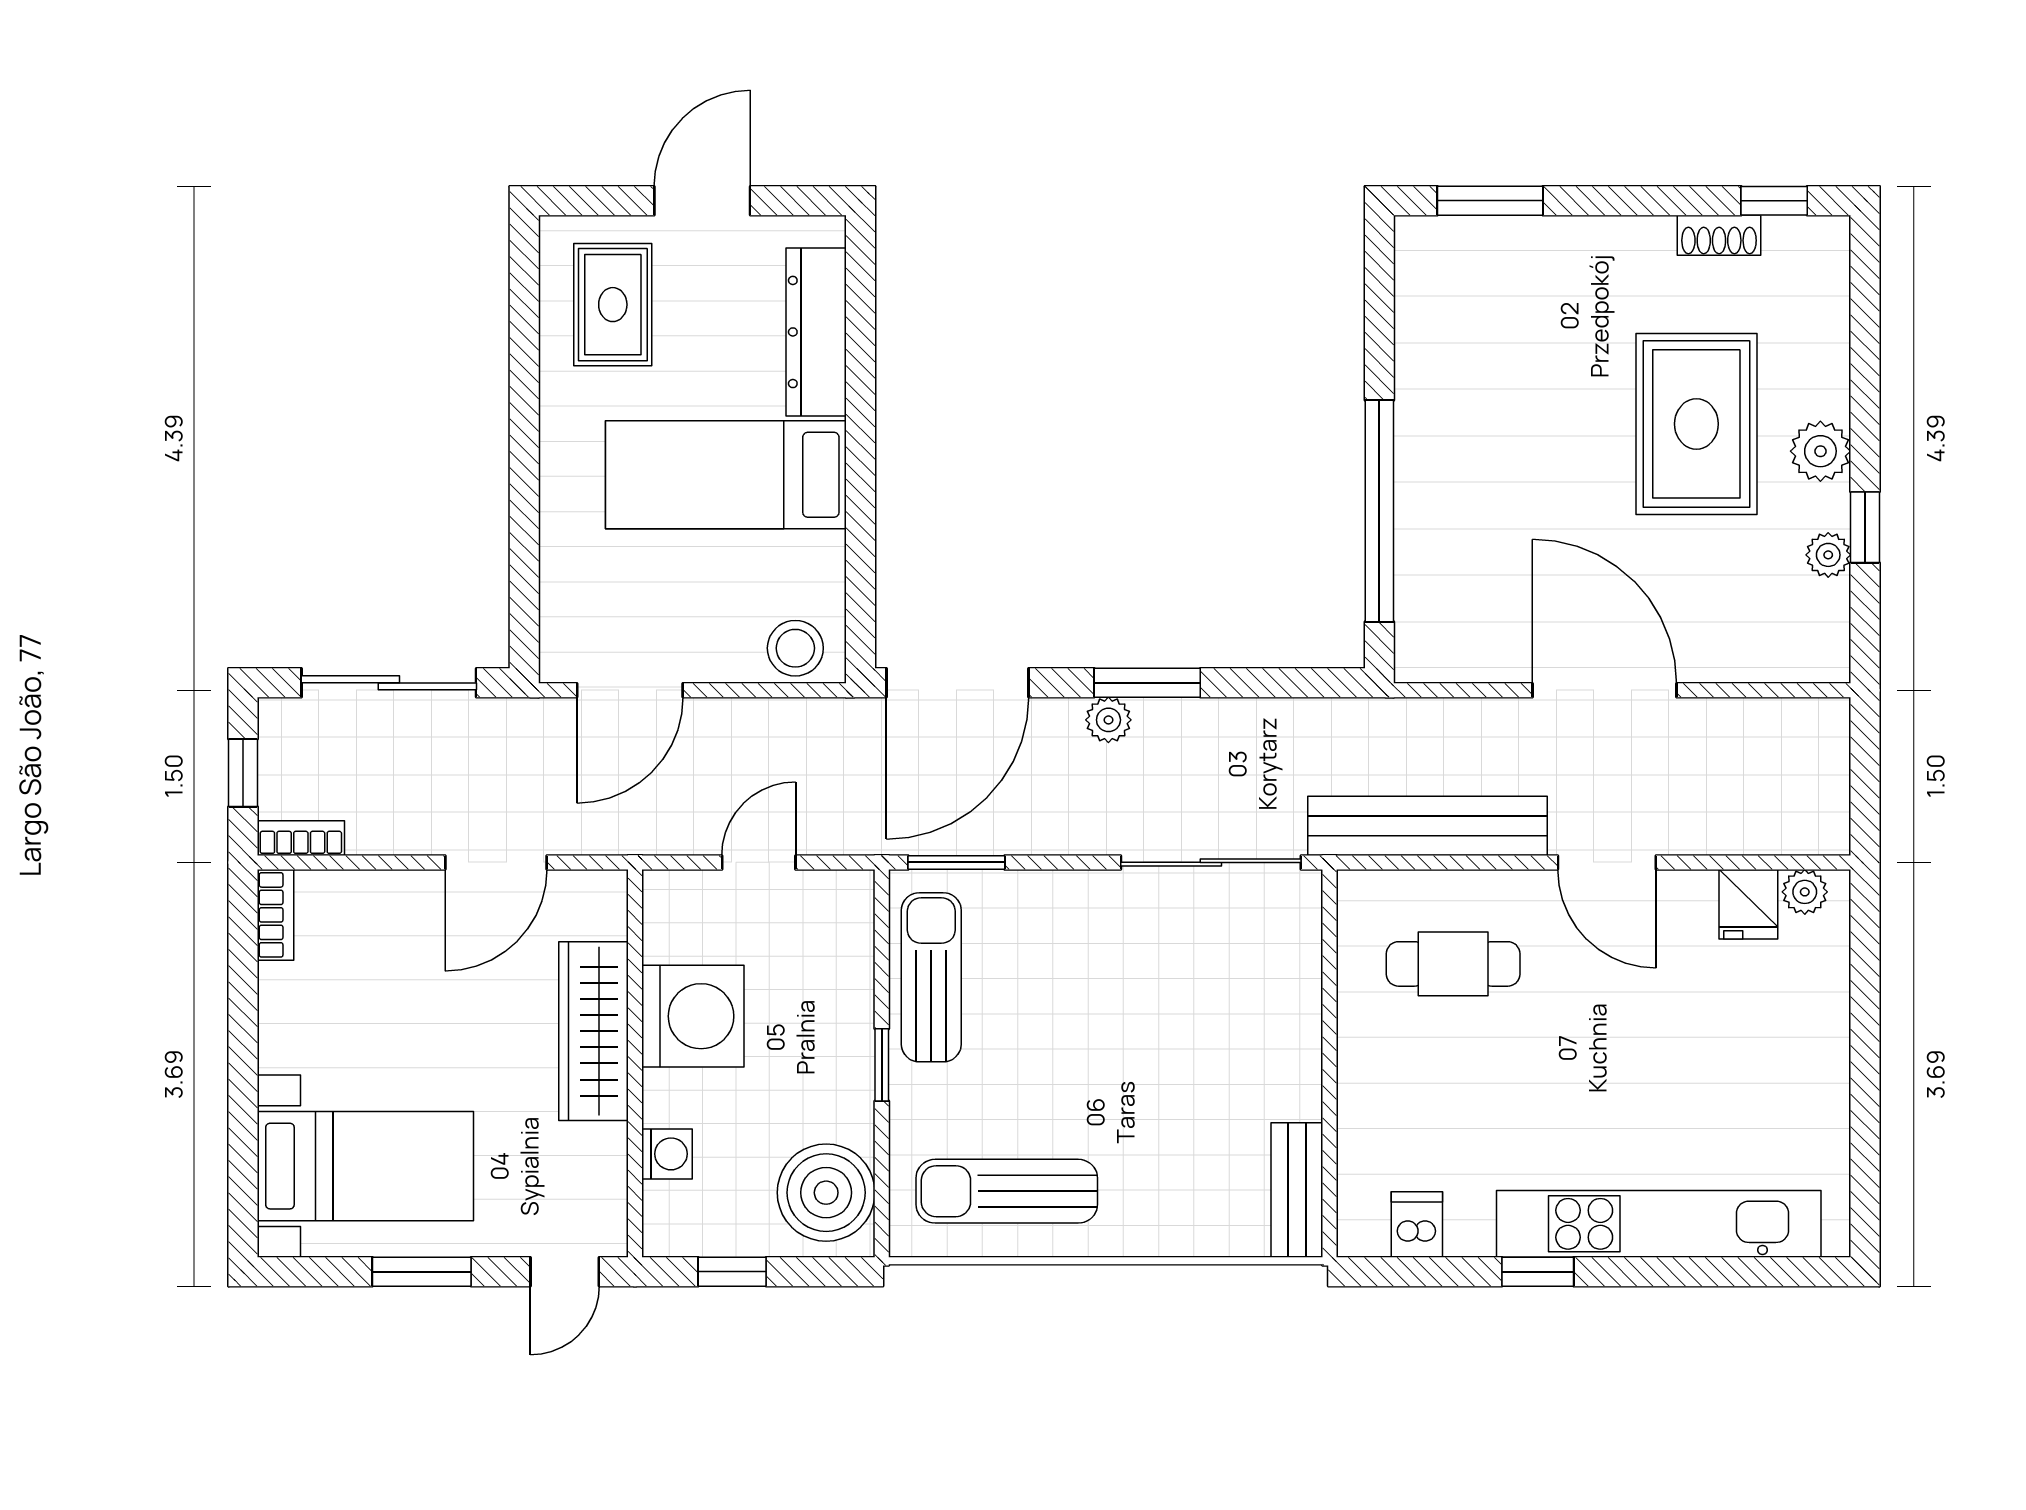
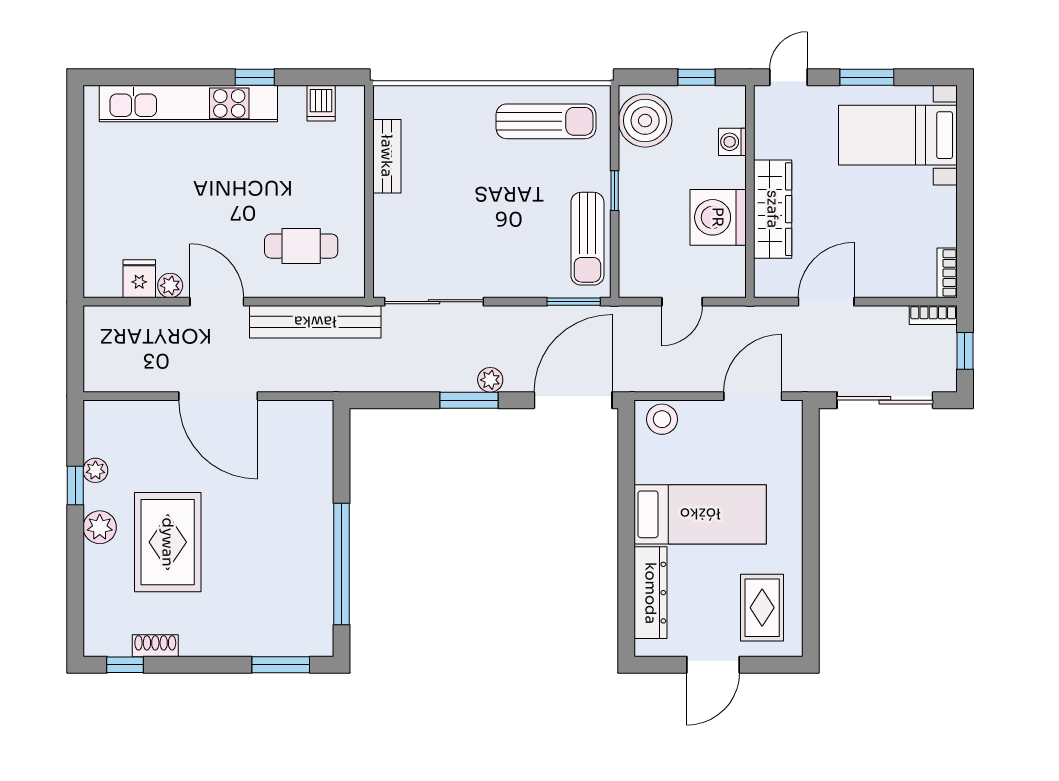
window: (1379, 511) -> (342, 564), moved
plant: (1805, 892) -> (170, 286), moved
bench: (1297, 1190) -> (387, 156), moved

